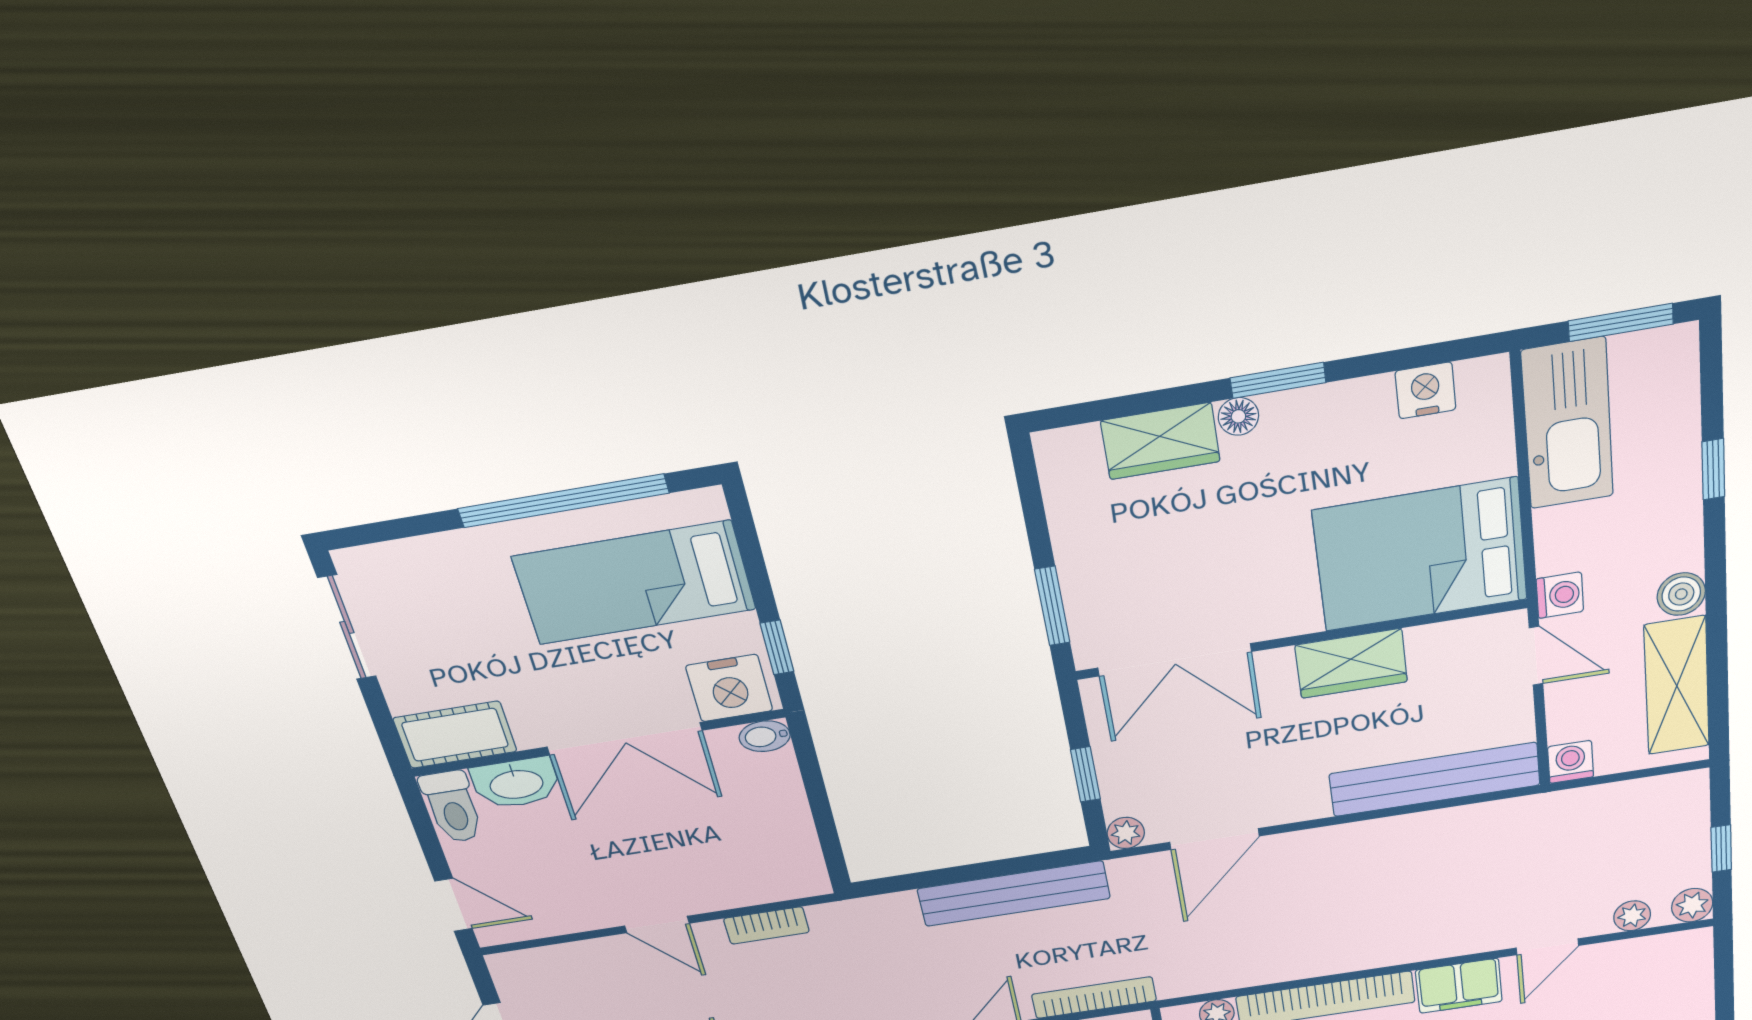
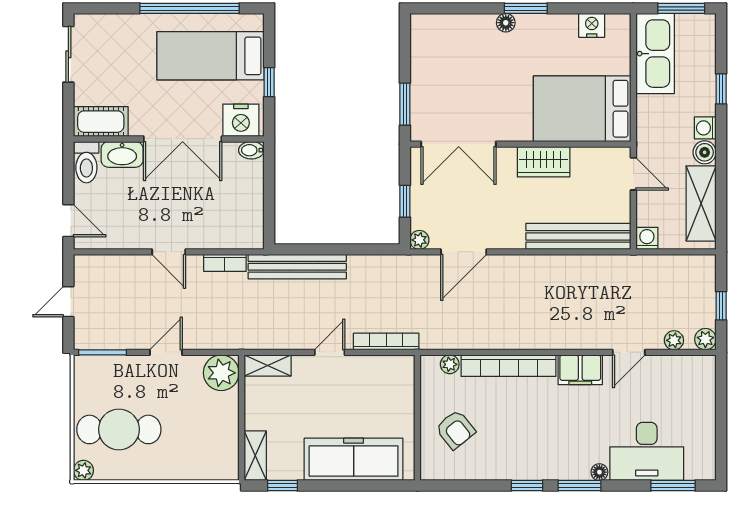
wardrobe: (1160, 441) -> (469, 28), removed
washing machine: (1560, 595) -> (705, 128), moved, turned 180
window: (777, 647) -> (269, 82), moved
bench: (1014, 894) -> (297, 267), moved

